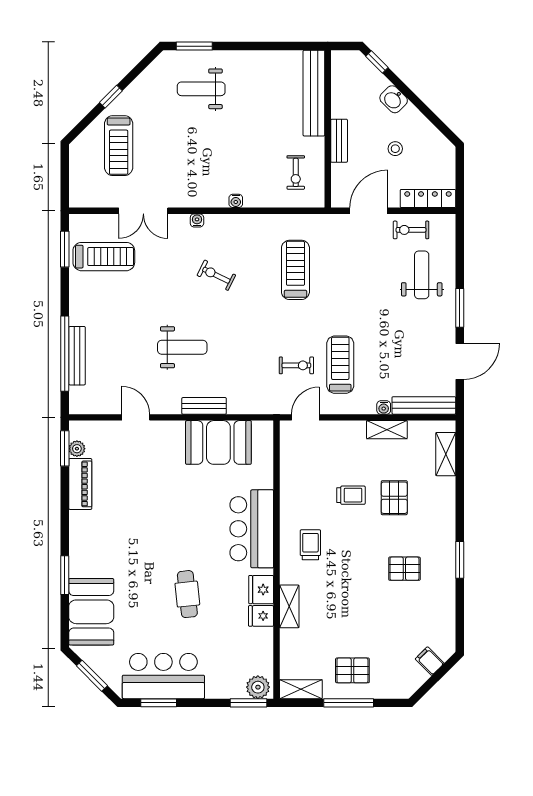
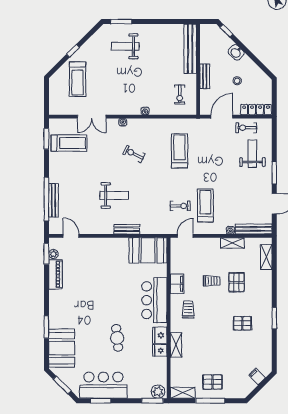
door: (136, 417) -> (71, 236), moved
booth: (218, 442) -> (148, 250), moved
filing cabinet: (291, 500) -> (177, 284), added

